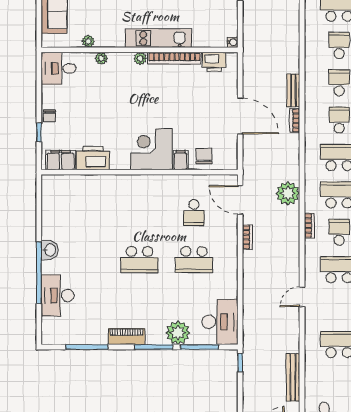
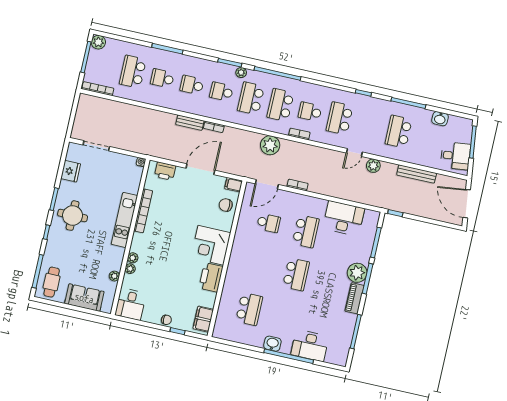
plant: (140, 59) -> (133, 258), moved
printer: (214, 62) -> (165, 171), moved, turned 90
printer: (93, 158) -> (211, 277), moved
filing cabinet: (181, 160) -> (234, 185), moved
school desk: (85, 213) -> (249, 309), added
door: (302, 297) -> (354, 152), hinge flipped
desk: (220, 322) -> (344, 218), moved
plant: (291, 323) -> (373, 166), added
plant: (178, 333) -> (357, 273), moved

